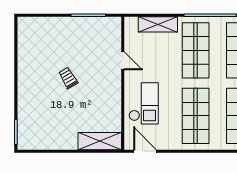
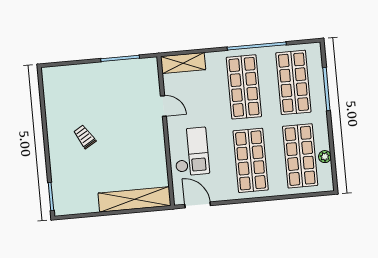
shelving: (158, 24) -> (183, 63), moved
trolley: (68, 78) -> (85, 137), moved
shelving: (100, 141) -> (134, 199), width x1.47

